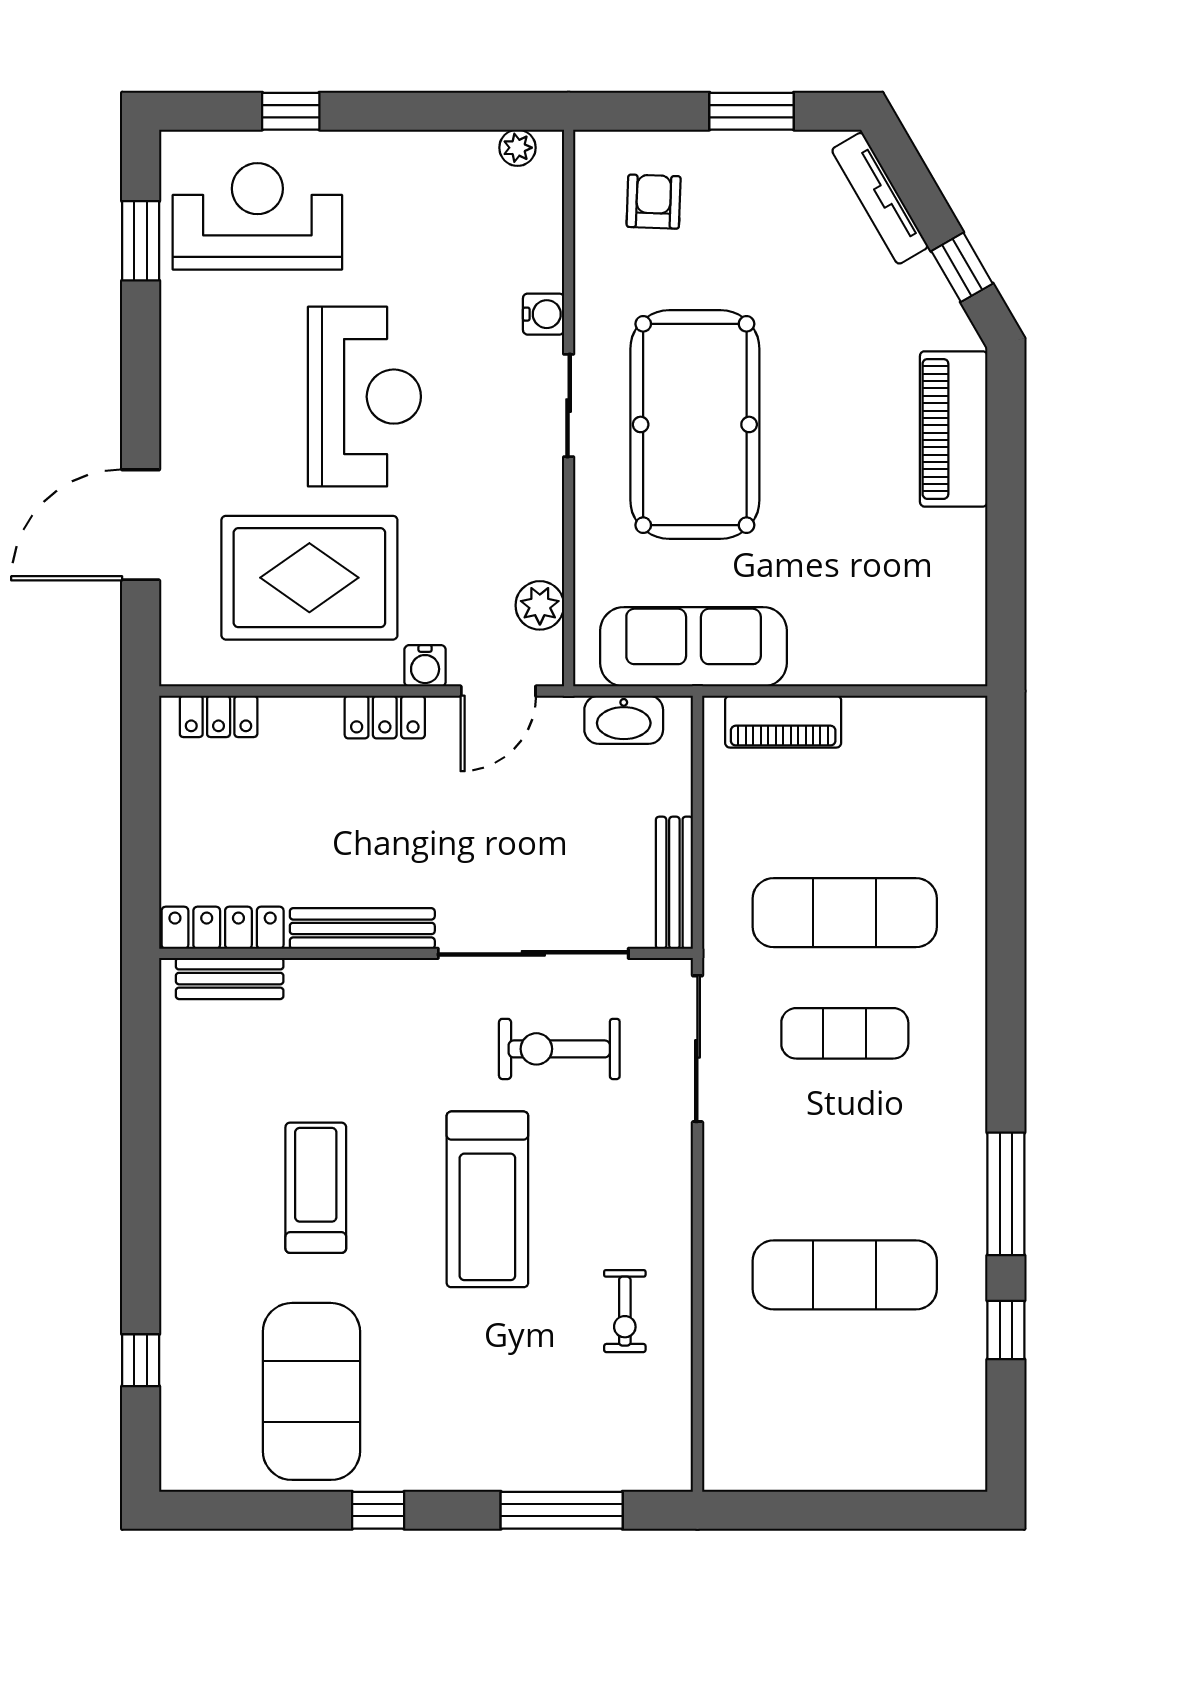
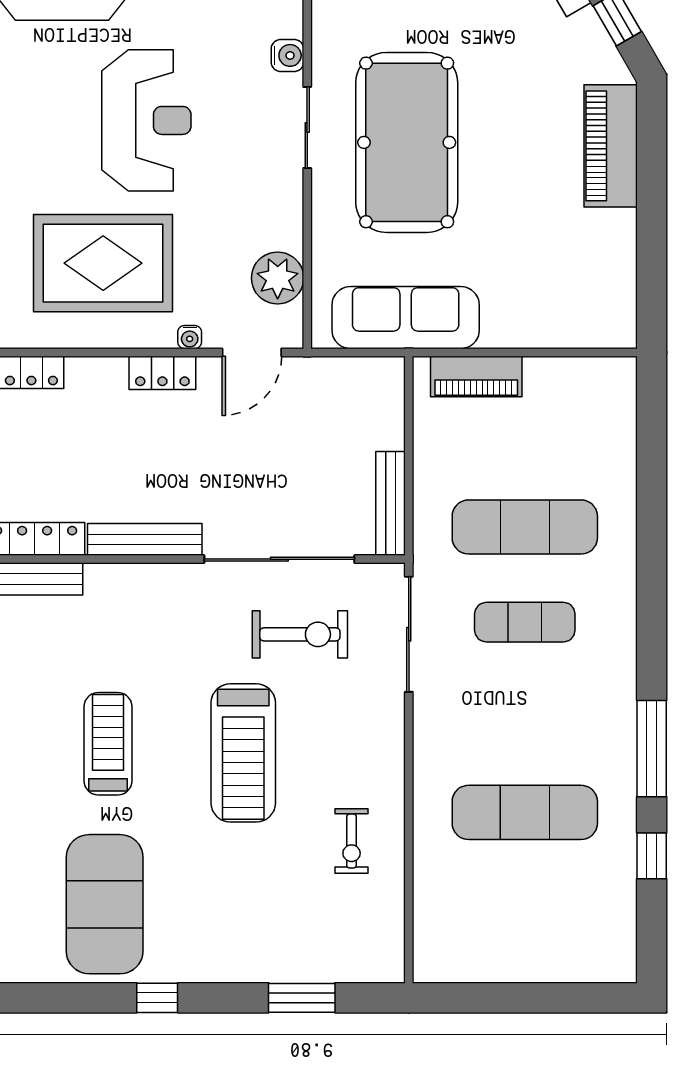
plant: (540, 605) -> (278, 278), width x1.36, depth x1.36
water cooler: (425, 666) -> (190, 337), width x0.72, depth x0.72
washbasin: (624, 720) -> (351, 375), removed
exercise bike: (559, 1049) -> (300, 634), turned 180
window: (562, 1510) -> (302, 998), width x0.69

